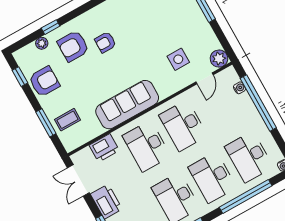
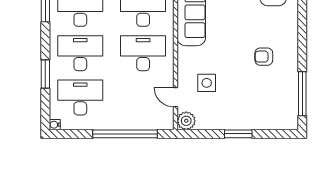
armchair: (105, 42) -> (264, 57), moved, turned -90
water cooler: (239, 88) -> (149, 124), removed
window: (246, 196) -> (45, 74), width x0.47

